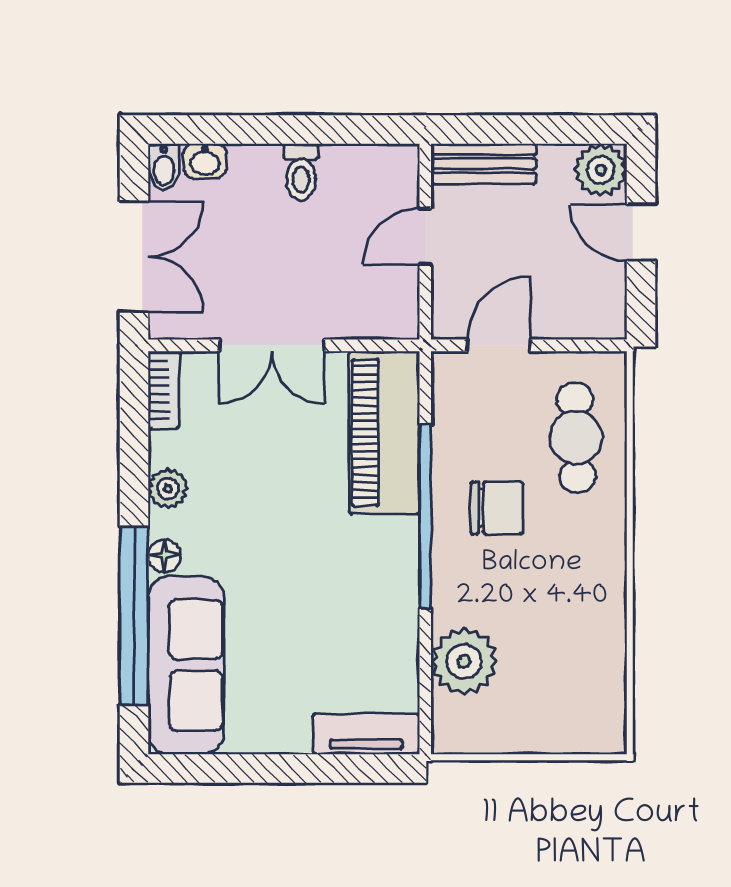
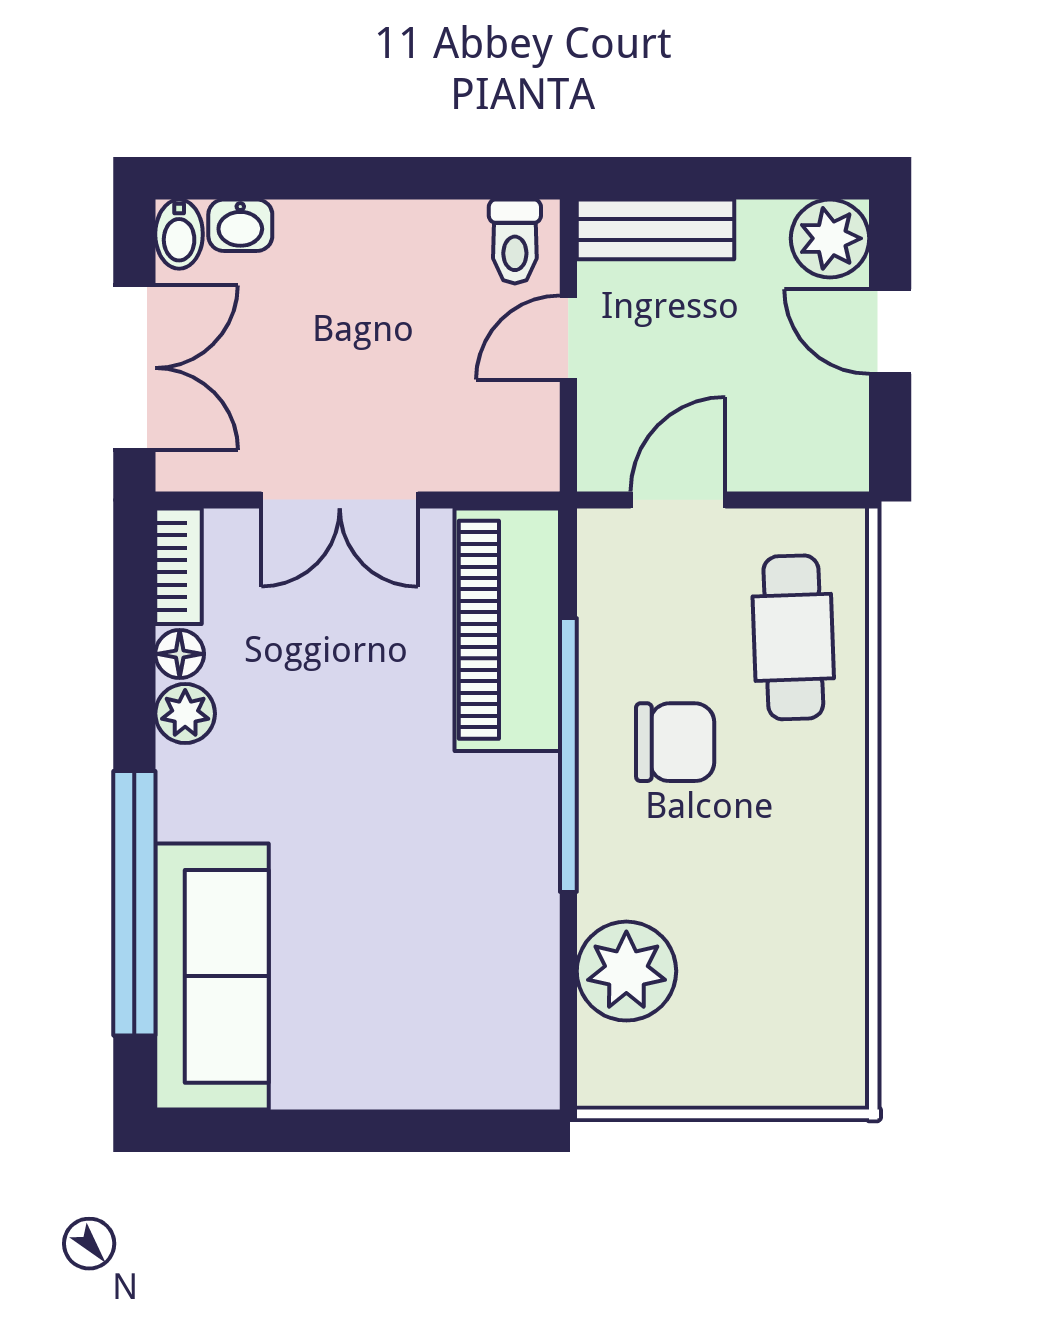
toilet: (301, 172) -> (515, 242), moved
floor lamp: (164, 556) -> (180, 654), moved
tv unit: (366, 734) -> (481, 1079), removed

